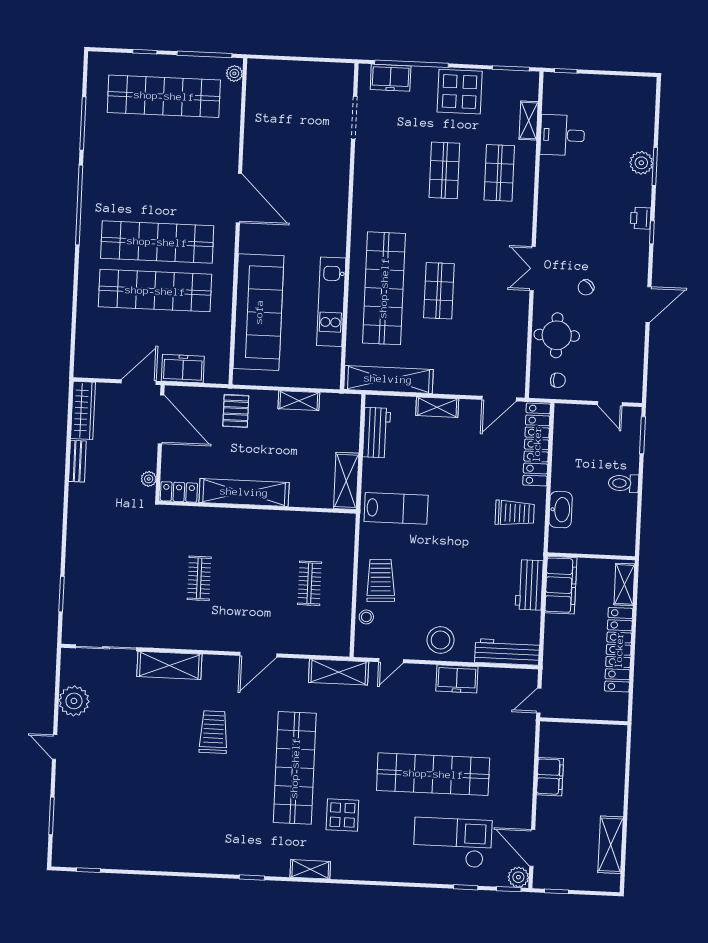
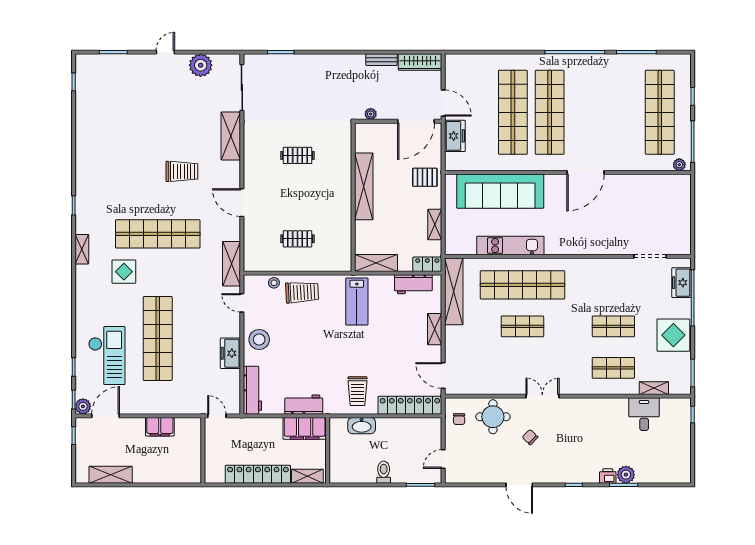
printer: (641, 218) -> (608, 476), moved
locker: (179, 492) -> (427, 264), moved, turned -90

